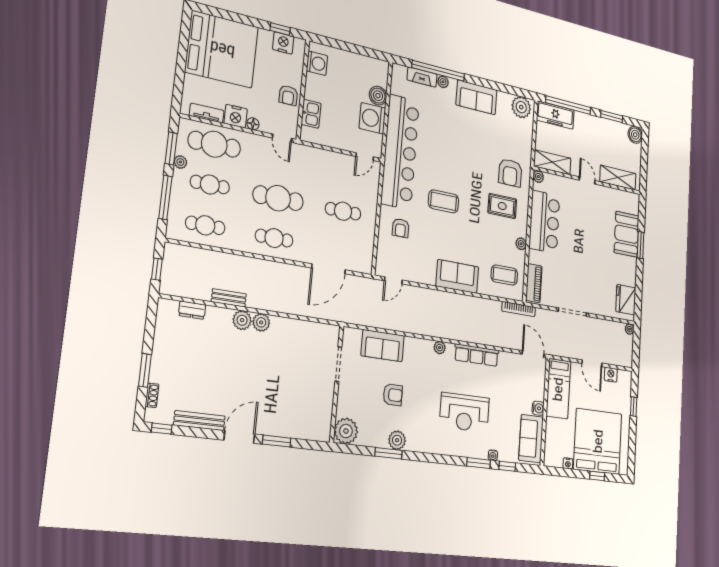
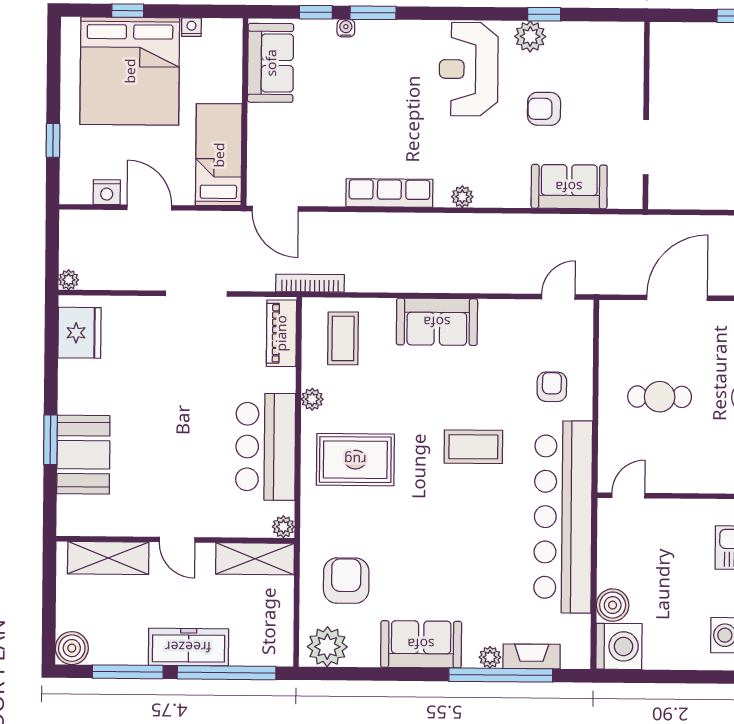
freezer: (555, 115) -> (188, 647), moved
window: (612, 117) -> (128, 672), width x1.44
washing machine: (372, 118) -> (619, 646), moved
armchair: (510, 173) -> (346, 581), moved
rug: (502, 206) -> (355, 460), width x1.36, depth x1.43
coffee table: (504, 275) -> (343, 338), turned 90
water cooler: (538, 408) -> (259, 116), removed
reception desk: (464, 412) -> (469, 69), moved, turned -90
plant: (346, 431) -> (623, 43), removed
window: (388, 453) -> (544, 14), width x0.67

